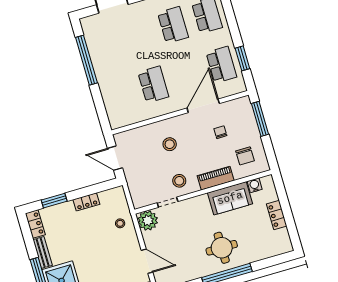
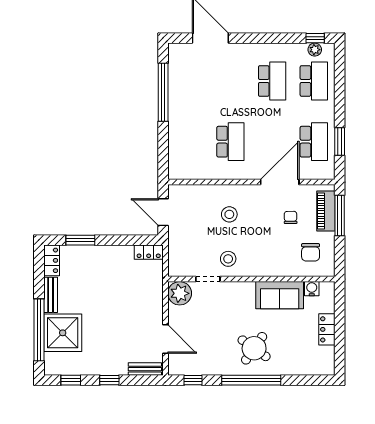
piano: (216, 178) -> (326, 211), moved, turned -90
locker: (86, 202) -> (149, 252), moved
stool: (120, 223) -> (147, 287), removed
round table: (222, 248) -> (254, 348), turned 35

